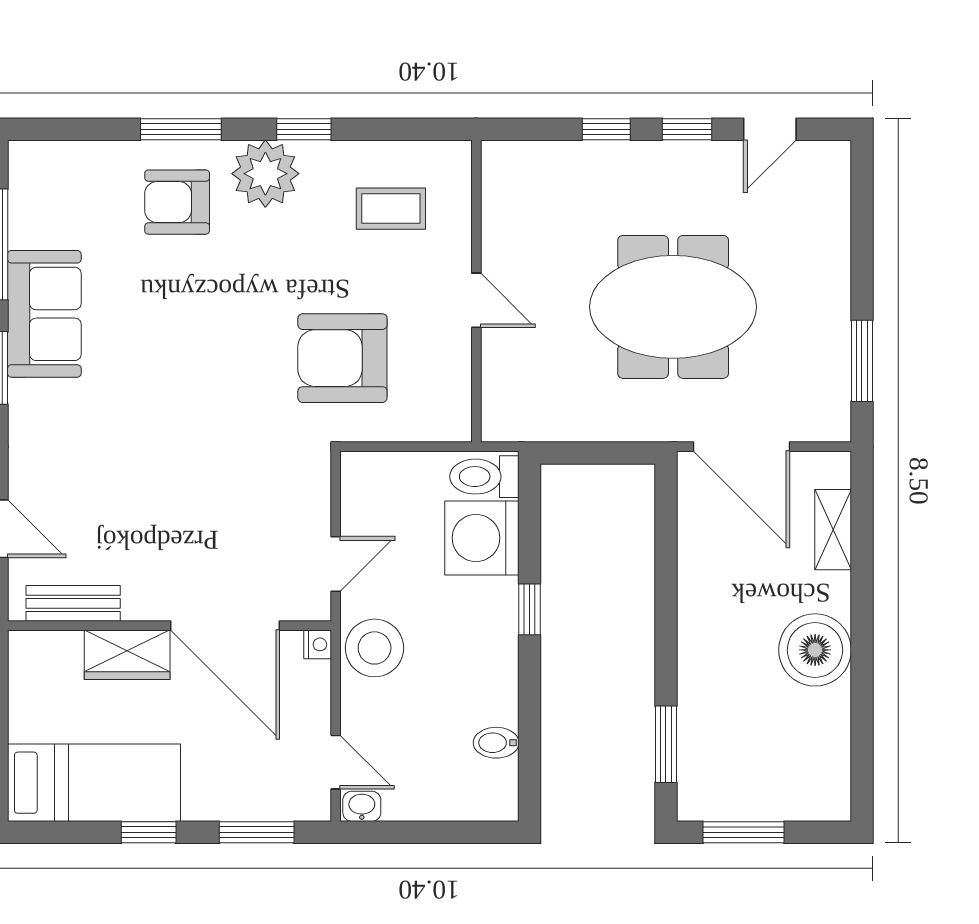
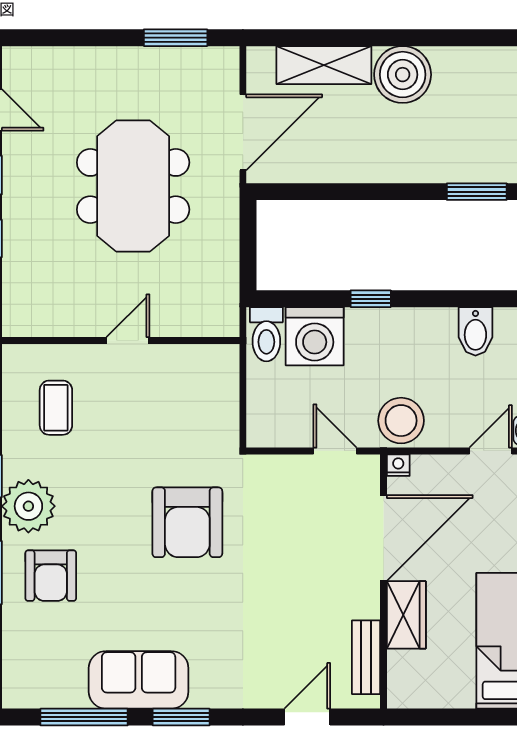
armchair: (342, 358) -> (187, 522), moved
shelving: (833, 530) -> (324, 65), width x1.50, depth x1.33
bidet: (496, 743) -> (475, 331), width x1.38, depth x1.36

